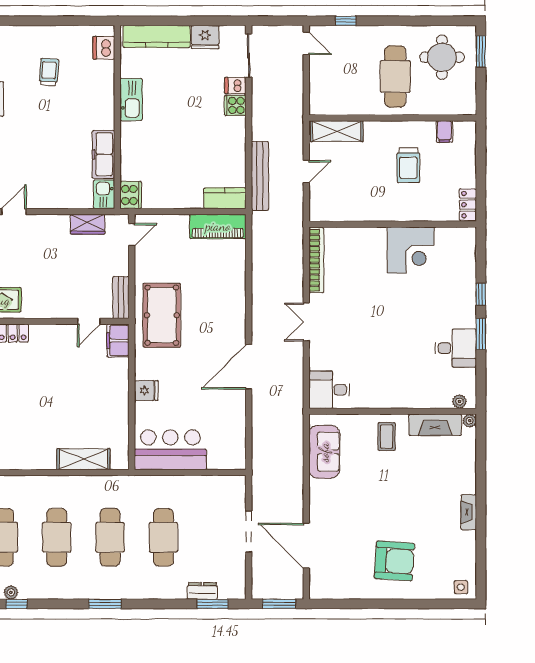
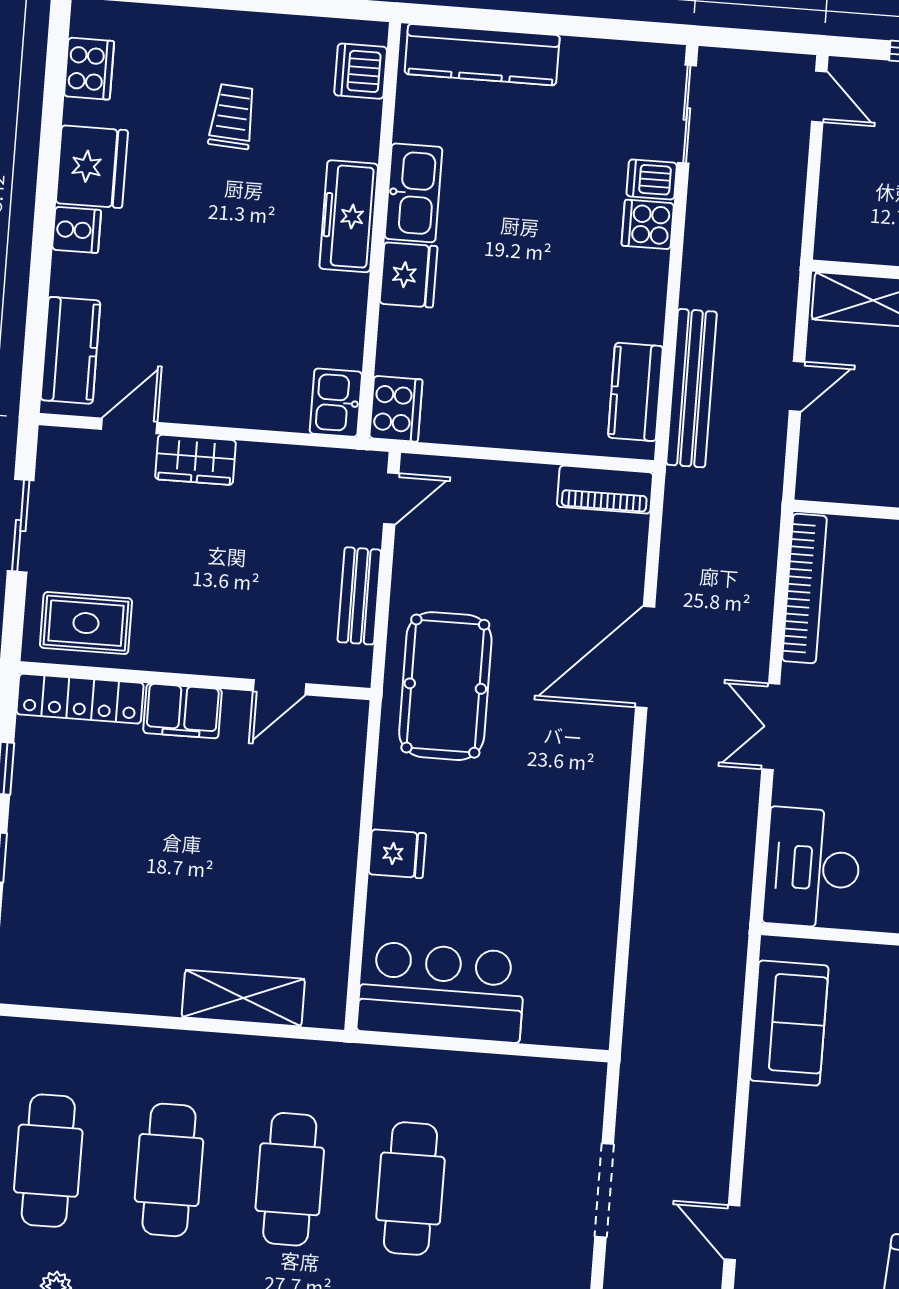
fridge: (205, 37) -> (409, 275), moved, turned -90
freezer: (103, 154) -> (349, 216), moved
kitchen counter: (225, 198) -> (635, 392), moved, turned -90
wardrobe: (88, 224) -> (196, 460), moved
piano: (218, 226) -> (605, 490), width x0.73, depth x0.75
bench: (121, 297) -> (359, 596), moved
filing cabinet: (118, 341) -> (183, 711), moved, turned -90
door: (249, 367) -> (645, 657), moved
desk: (329, 390) -> (812, 868), width x1.37
door: (306, 546) -> (732, 1233), width x0.53

